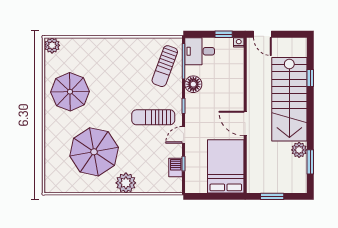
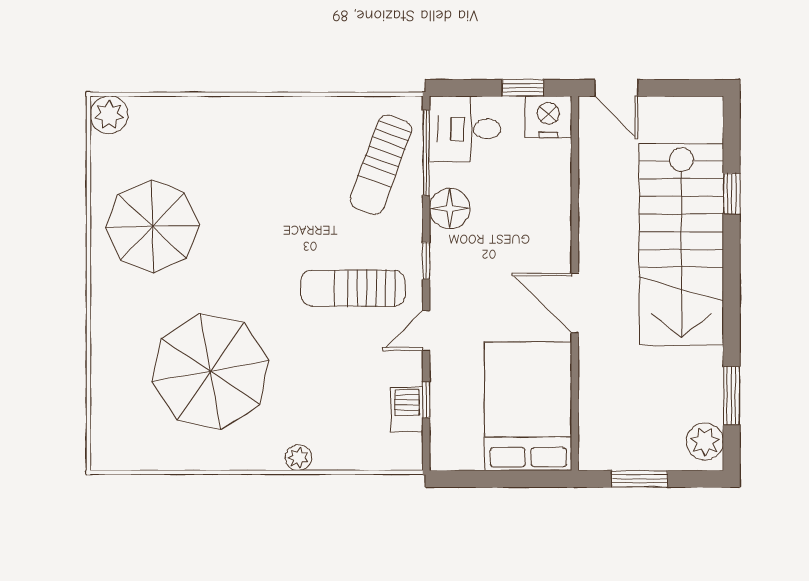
nightstand: (239, 42) -> (548, 117), width x1.89, depth x1.79
plant: (299, 150) -> (705, 442), moved
plant: (126, 183) -> (298, 458), width x0.53, depth x0.53

